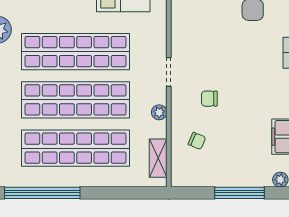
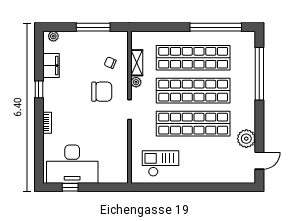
chair: (209, 99) -> (102, 92), width x1.87, depth x1.87
shelving: (158, 158) -> (137, 63), moved
window: (239, 193) -> (93, 27), moved

